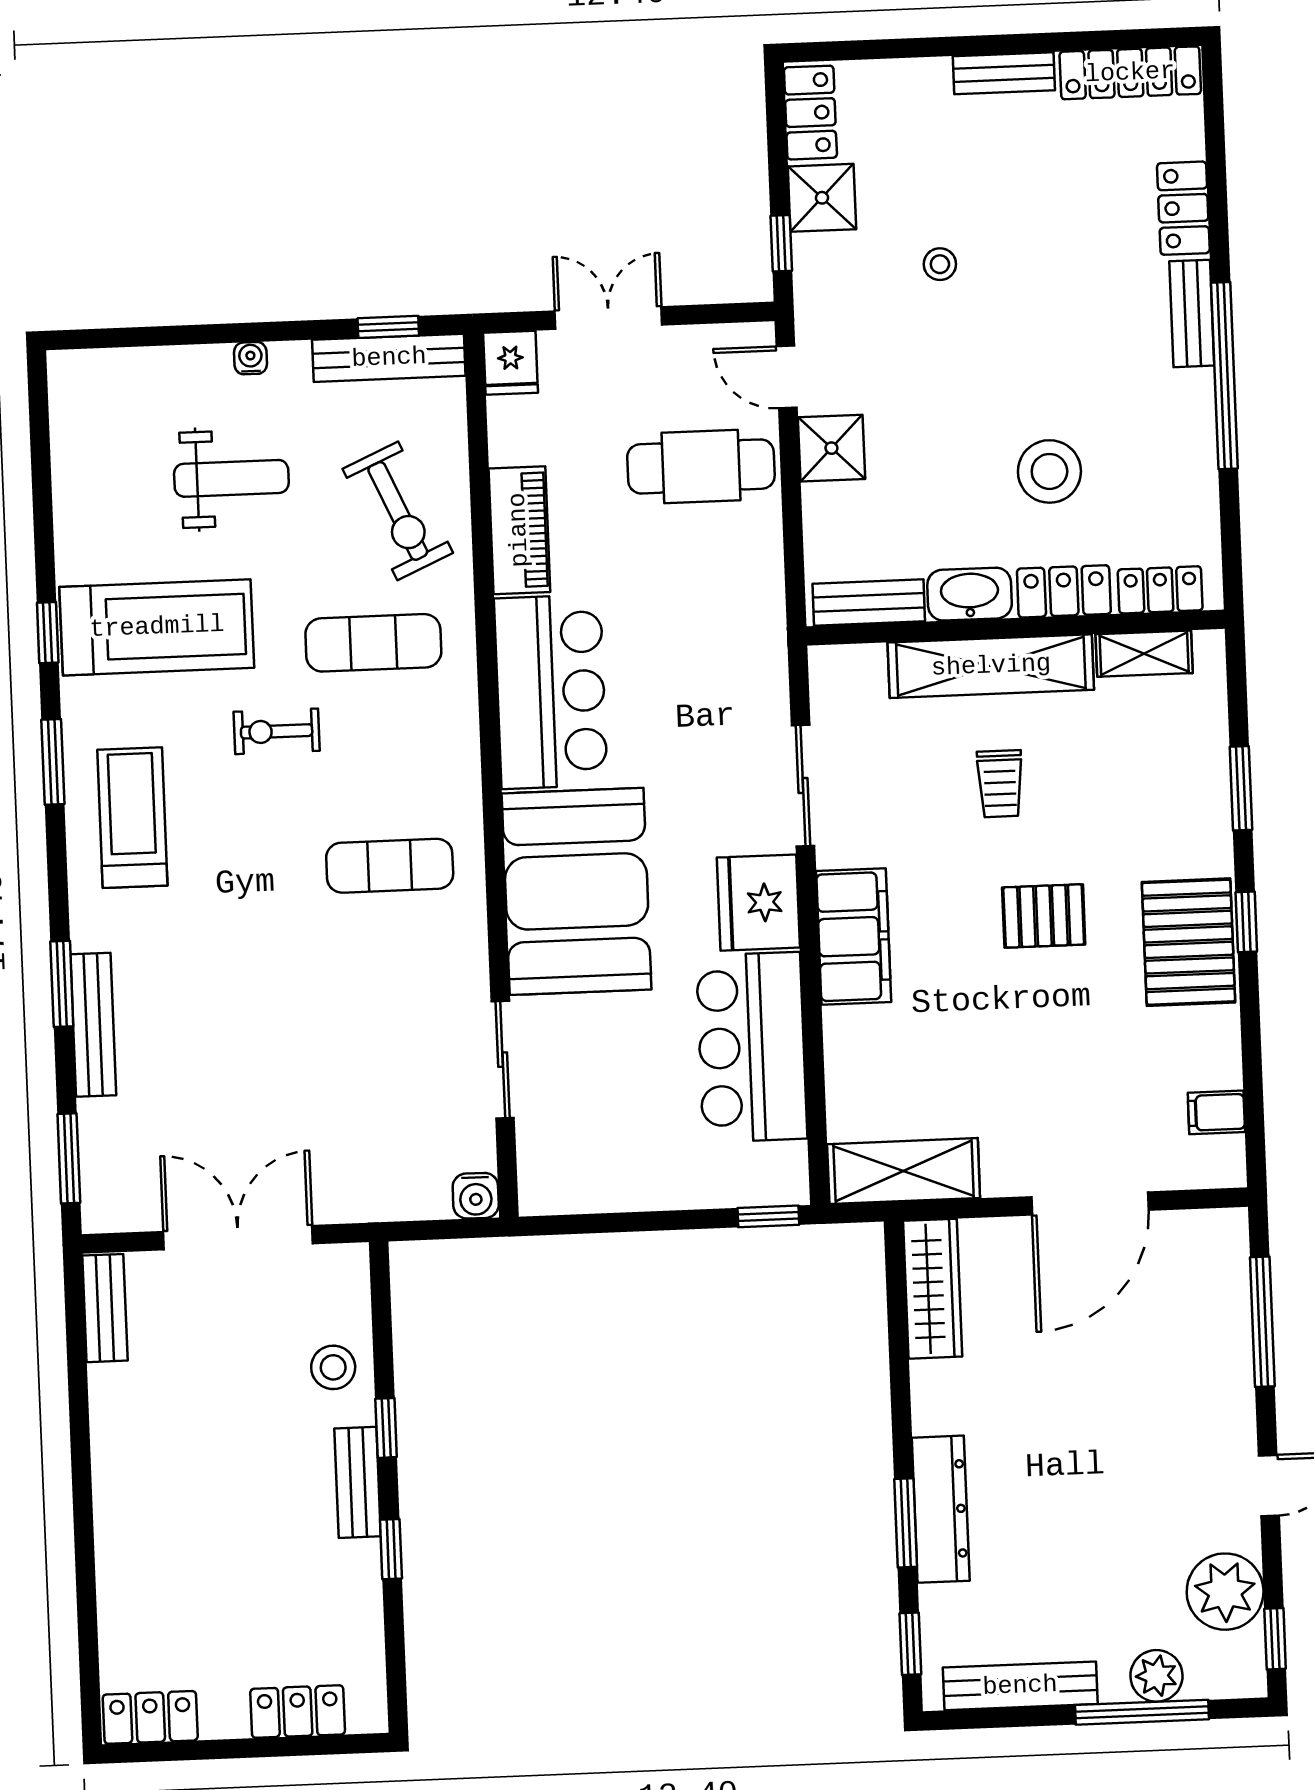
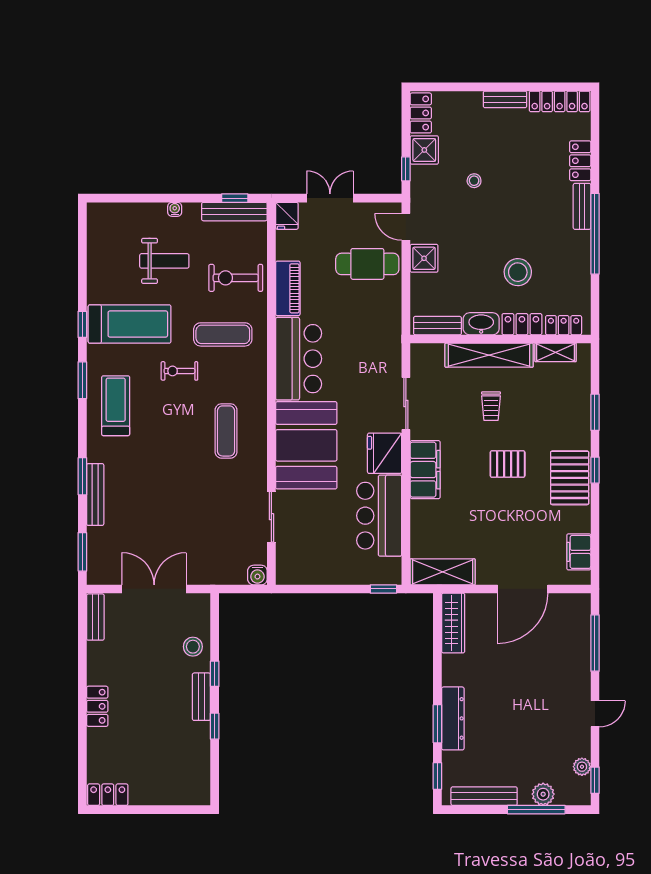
exercise bike: (398, 511) -> (236, 278), turned 114
exercise mat: (390, 866) -> (226, 431), turned 90
filing cabinet: (1216, 1112) -> (579, 552), width x2.00
plant: (1225, 1592) -> (582, 767), width x0.53, depth x0.53
locker: (298, 1712) -> (97, 706), moved, turned 90

